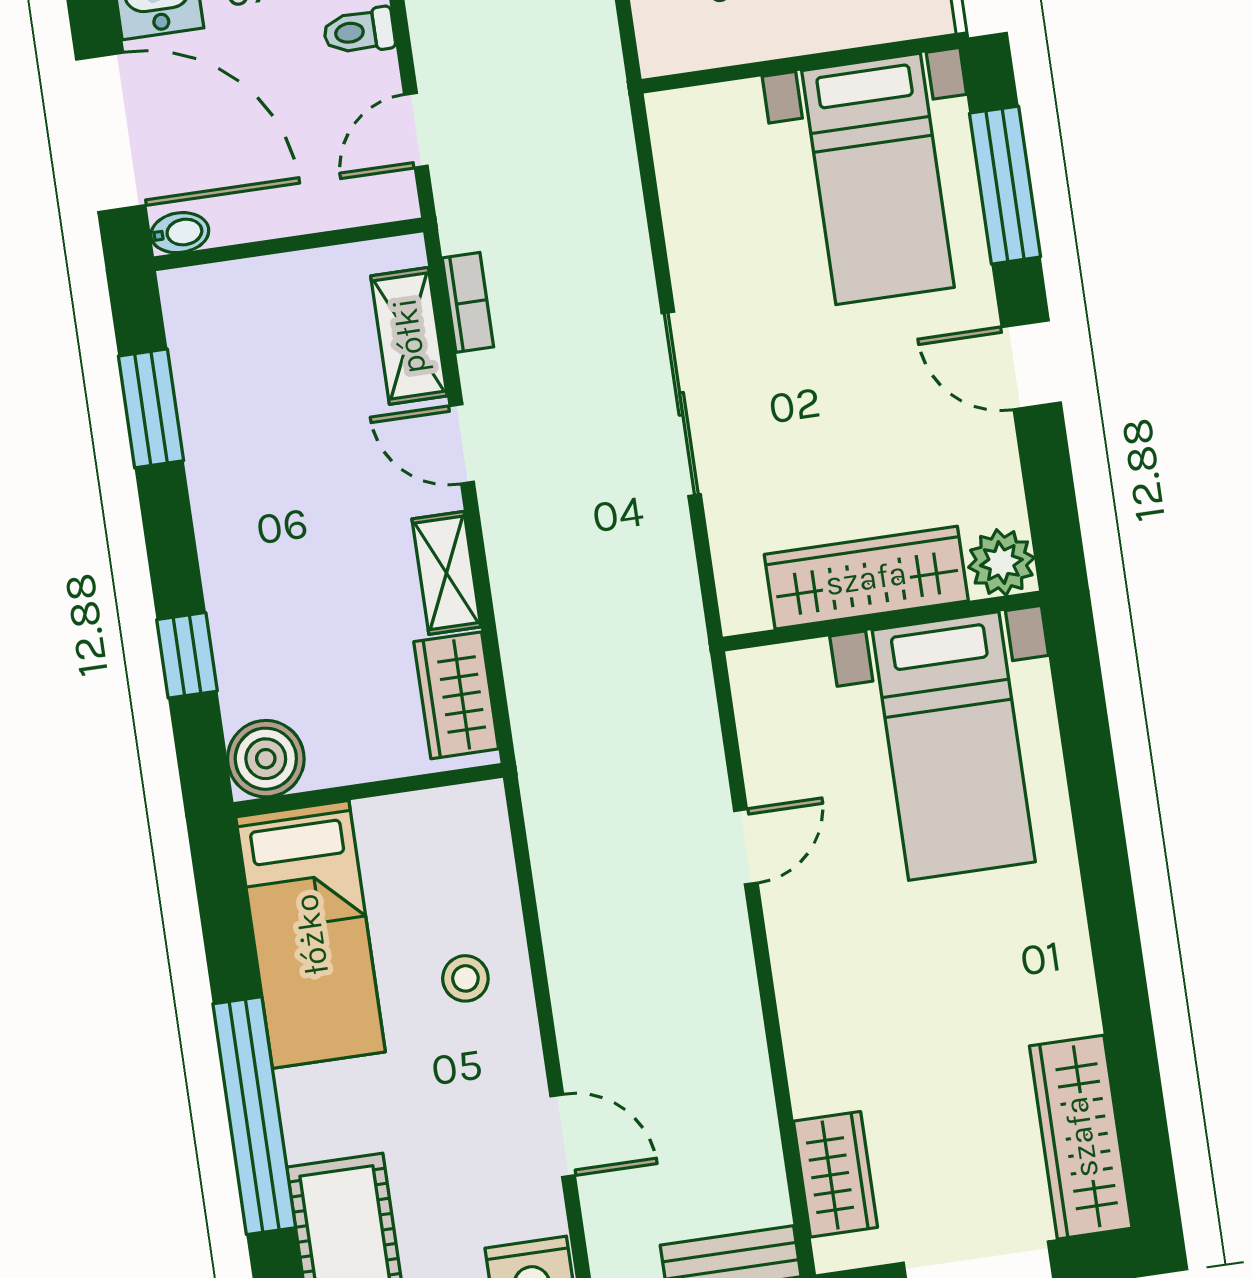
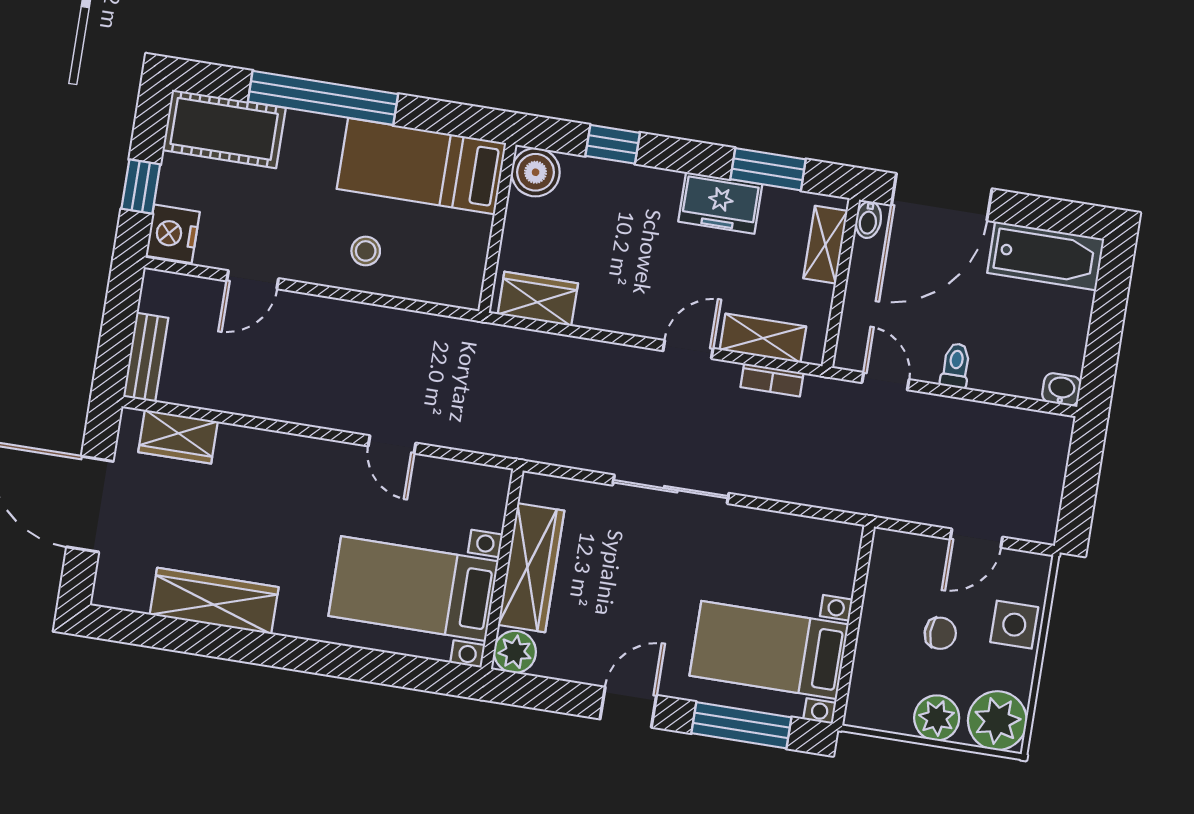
freezer: (224, 465) -> (720, 203), added
shelving: (446, 573) -> (825, 245), moved, turned 90
wardrobe: (1081, 1137) -> (214, 601), moved

